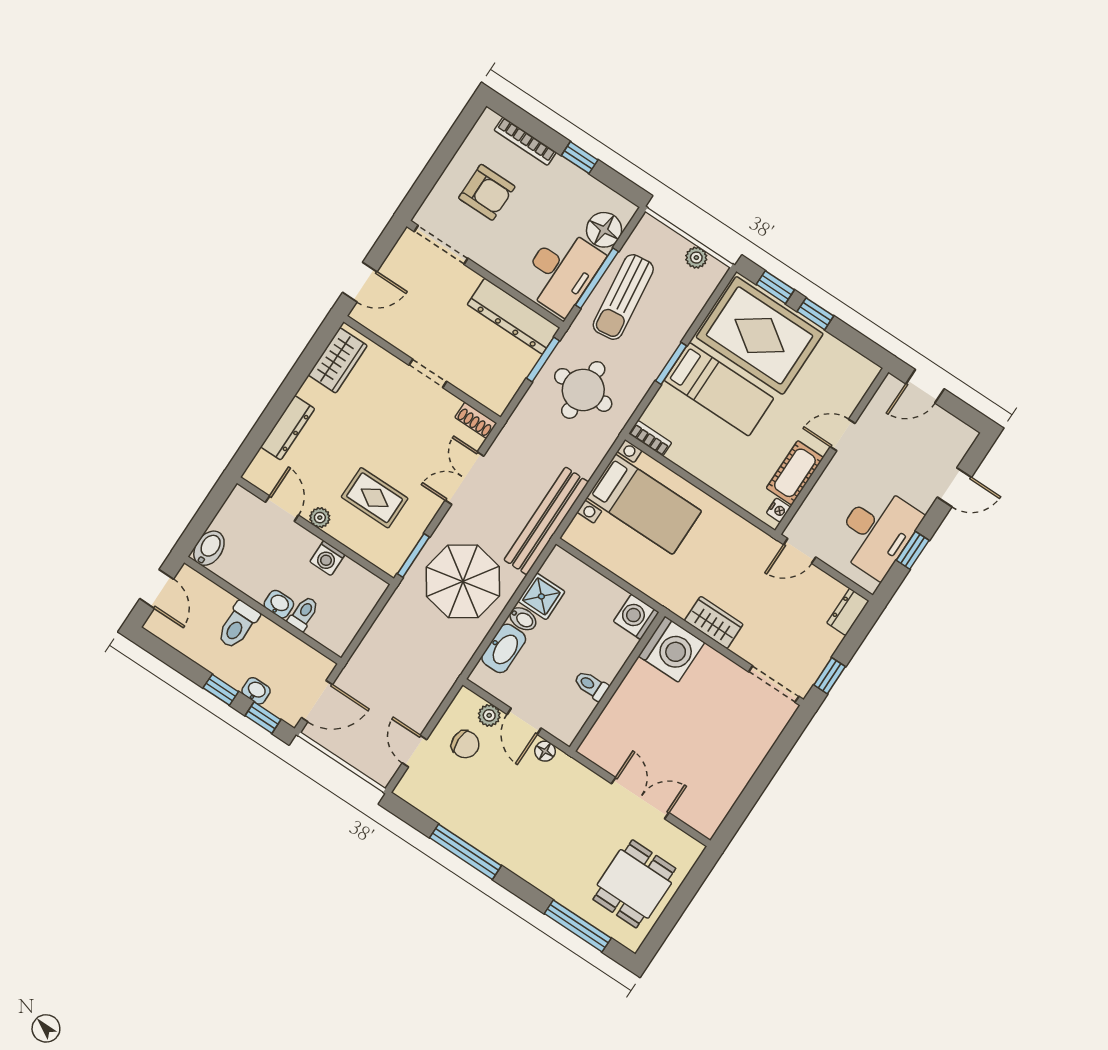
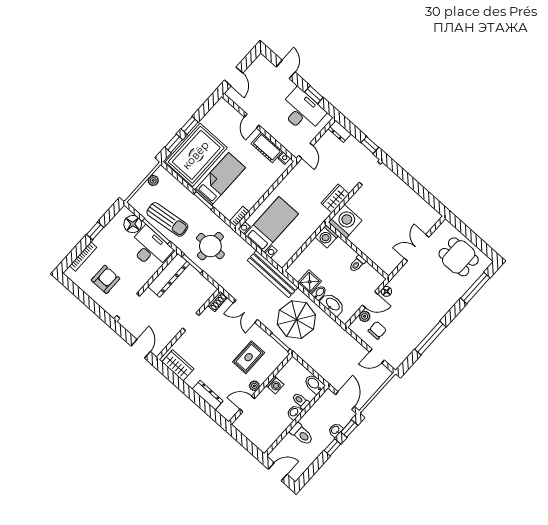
bidet: (209, 548) -> (314, 384), moved

